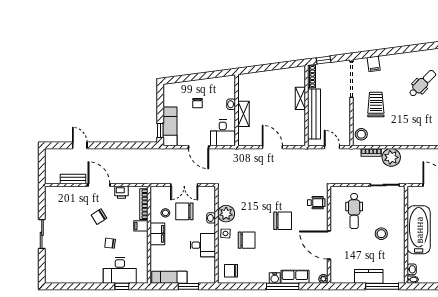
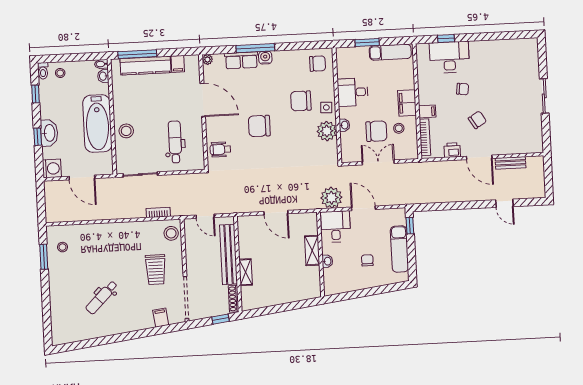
exam couch: (170, 126) -> (399, 249), moved
plant: (391, 157) -> (331, 198), moved
stool: (381, 234) -> (126, 131), moved
filing cabinet: (348, 276) -> (178, 64), added
kitchen counter: (369, 276) -> (145, 66), width x1.50

